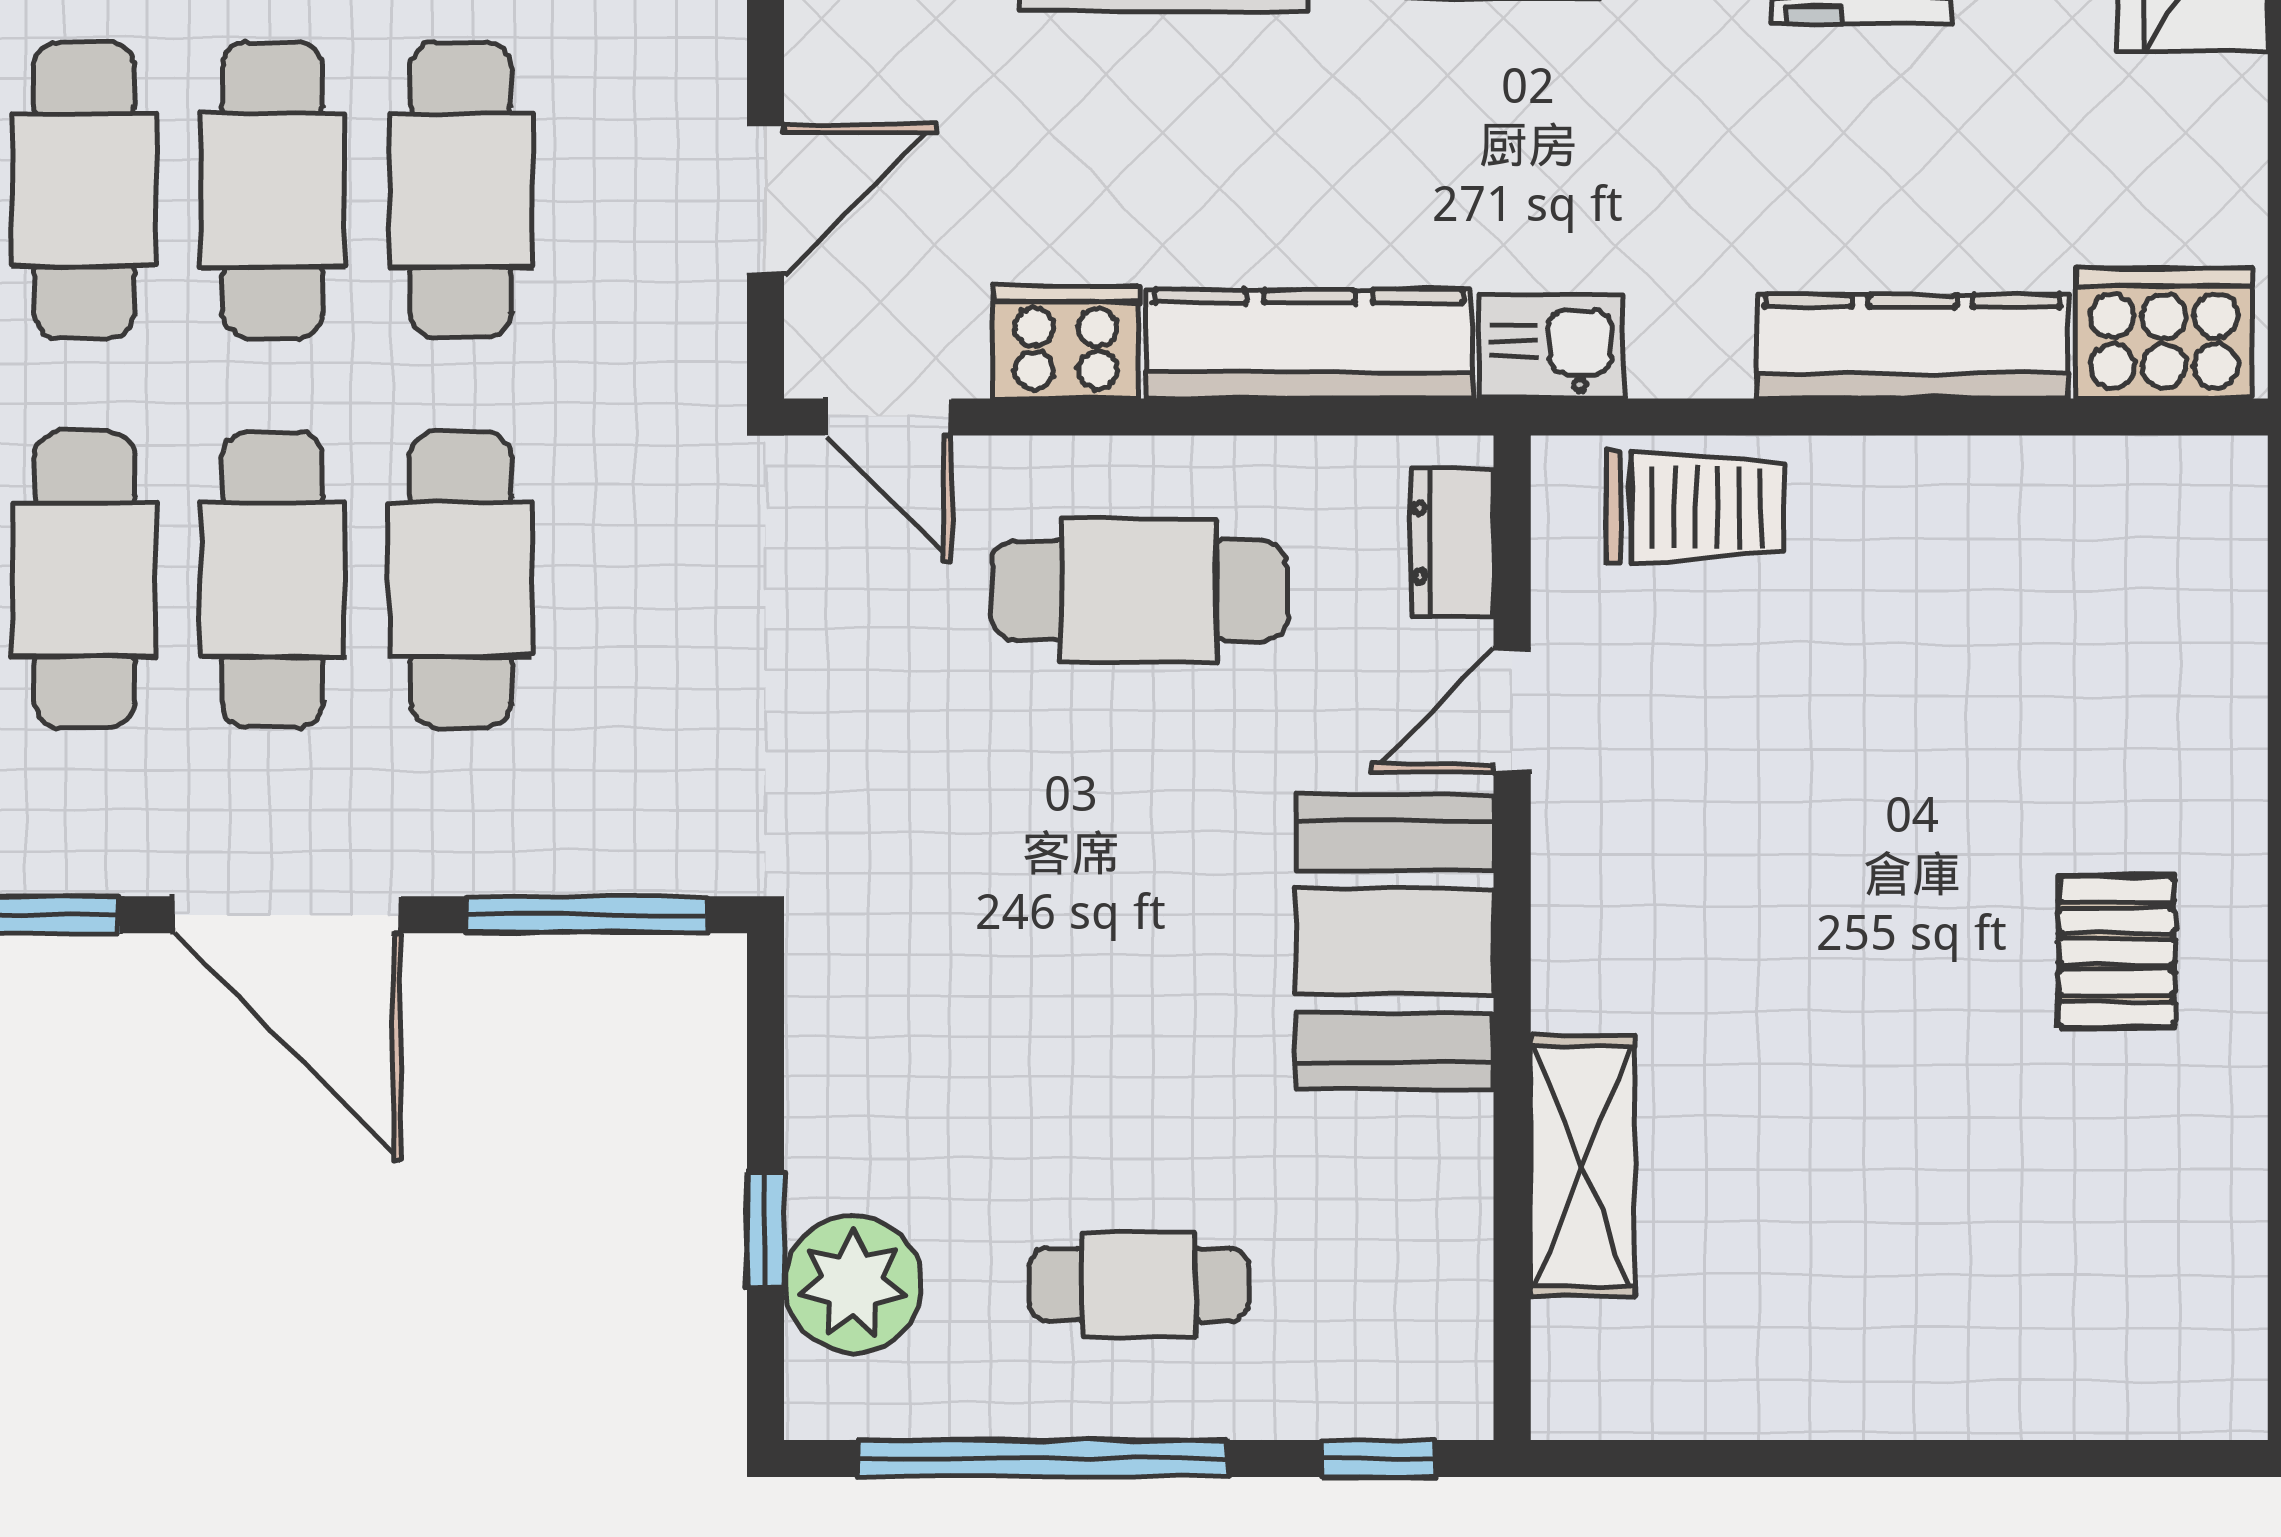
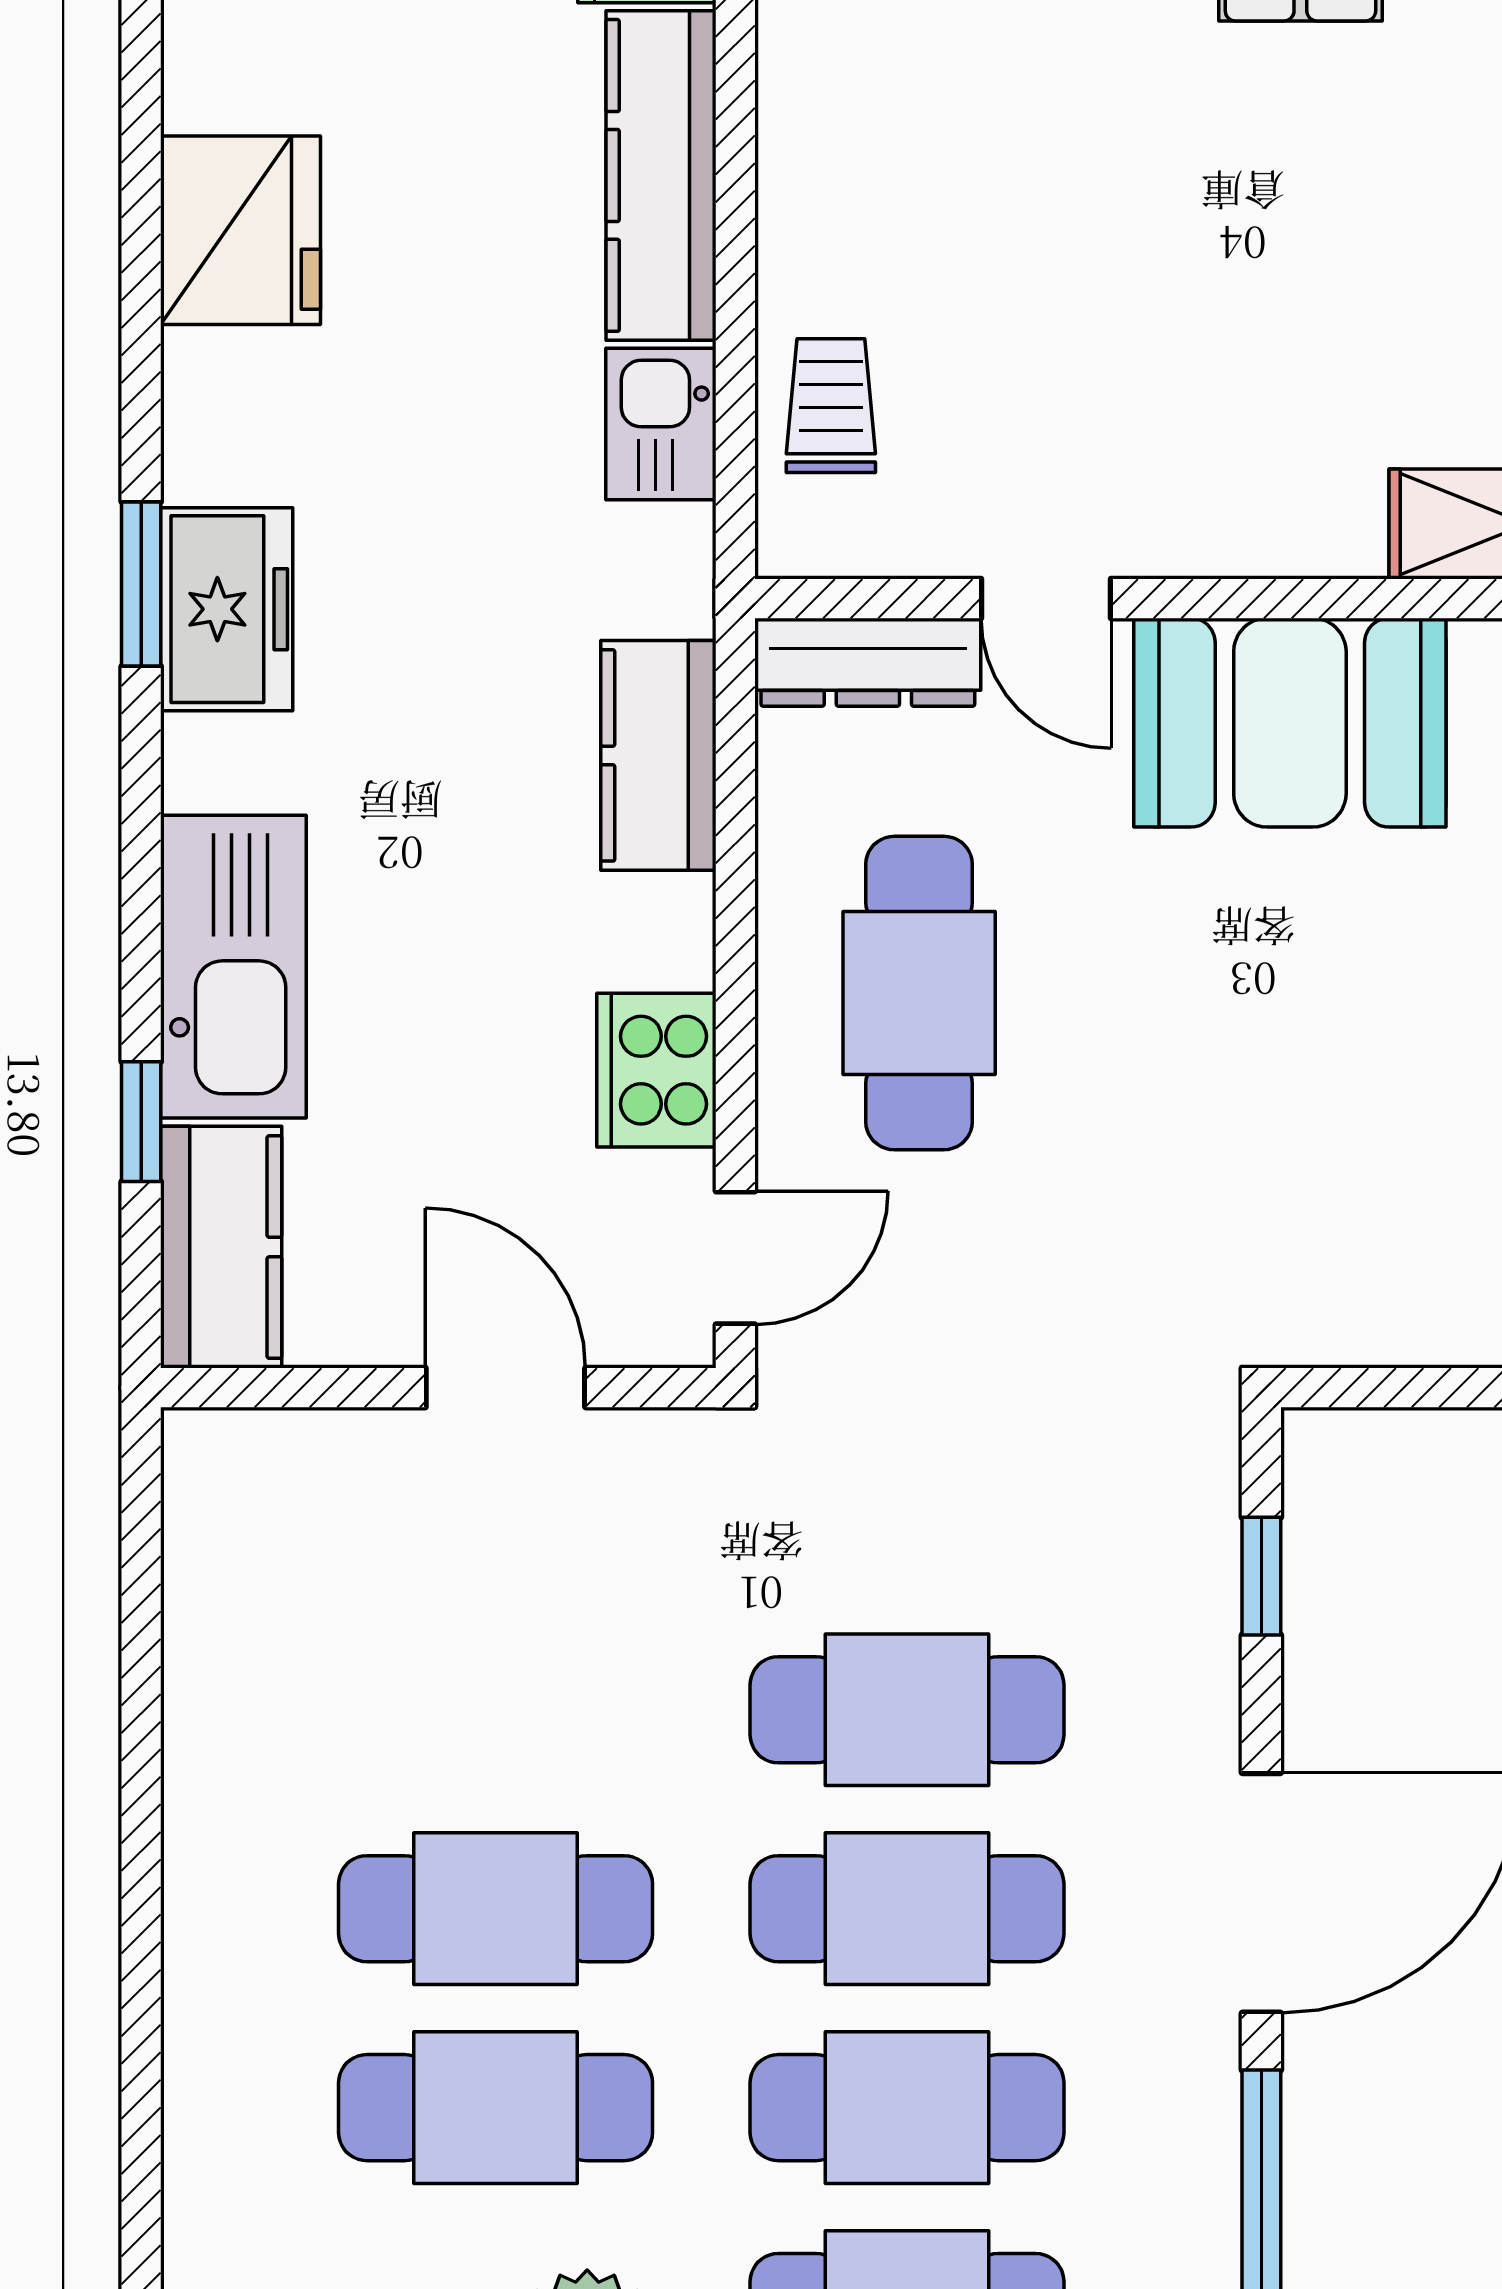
cafe table: (461, 190) -> (496, 1710), removed
kitchen counter: (1309, 344) -> (658, 755), width x0.67
kitchen sink: (1552, 346) -> (661, 424), moved
trolley: (1695, 507) -> (831, 406), width x0.73, depth x0.72
dresser: (1452, 542) -> (868, 662), width x1.44
window: (587, 915) -> (1261, 1576), width x0.46

